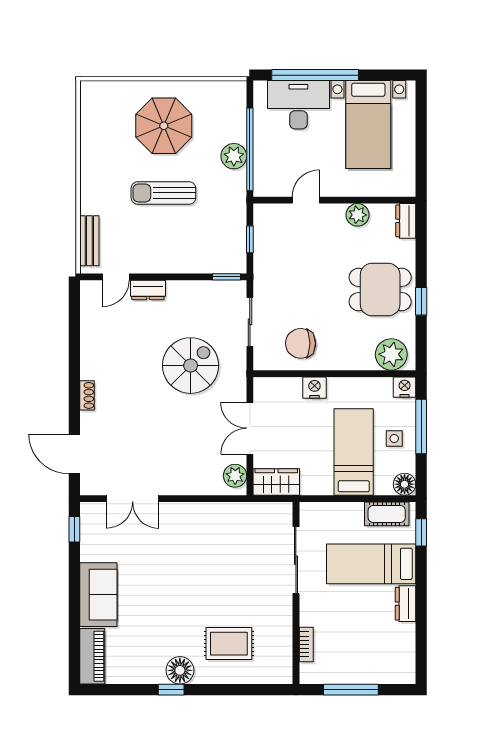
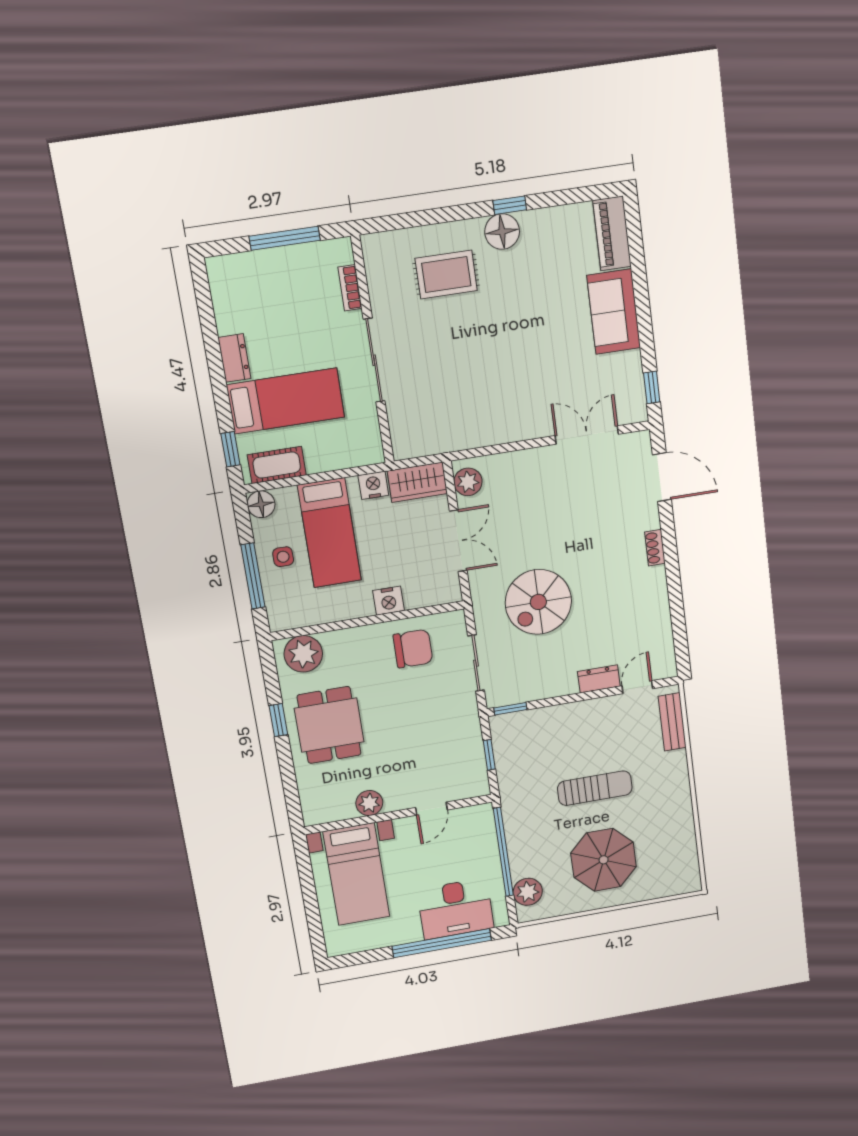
bed with nightstands: (368, 125) -> (356, 874), moved, turned 180
plant: (234, 156) -> (528, 892), moved
dresser: (406, 221) -> (312, 806), removed
dining table: (380, 290) -> (329, 725), turned 90
nightstand: (405, 387) -> (373, 485), moved, turned 180
sliding door: (296, 560) -> (374, 360), moved

